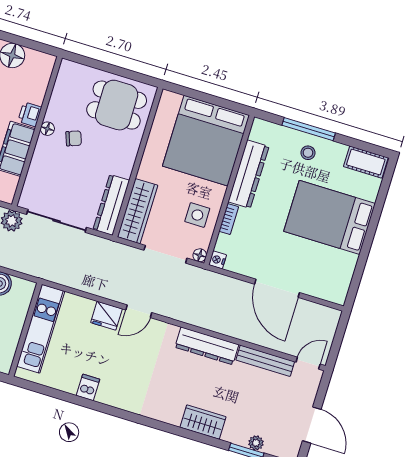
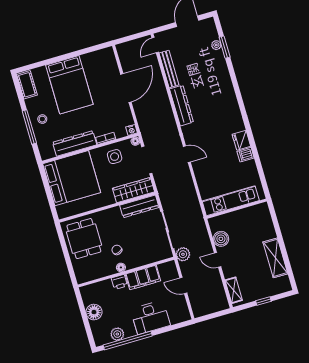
fridge: (106, 316) -> (241, 140), moved, turned 180
door: (308, 363) -> (155, 45), hinge flipped
wardrobe: (203, 422) -> (224, 81), removed

